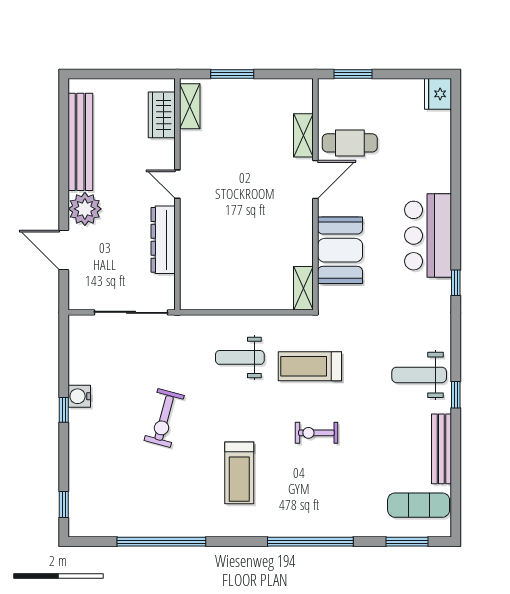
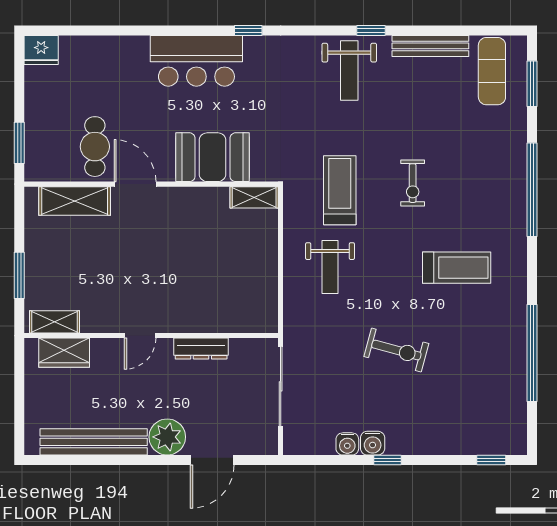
shelving: (303, 135) -> (75, 201), width x1.50, depth x1.33
dresser: (163, 240) -> (201, 349), width x0.73, depth x0.80
treadmill: (310, 366) -> (340, 190), turned 180
water cooler: (79, 373) -> (347, 444), added

